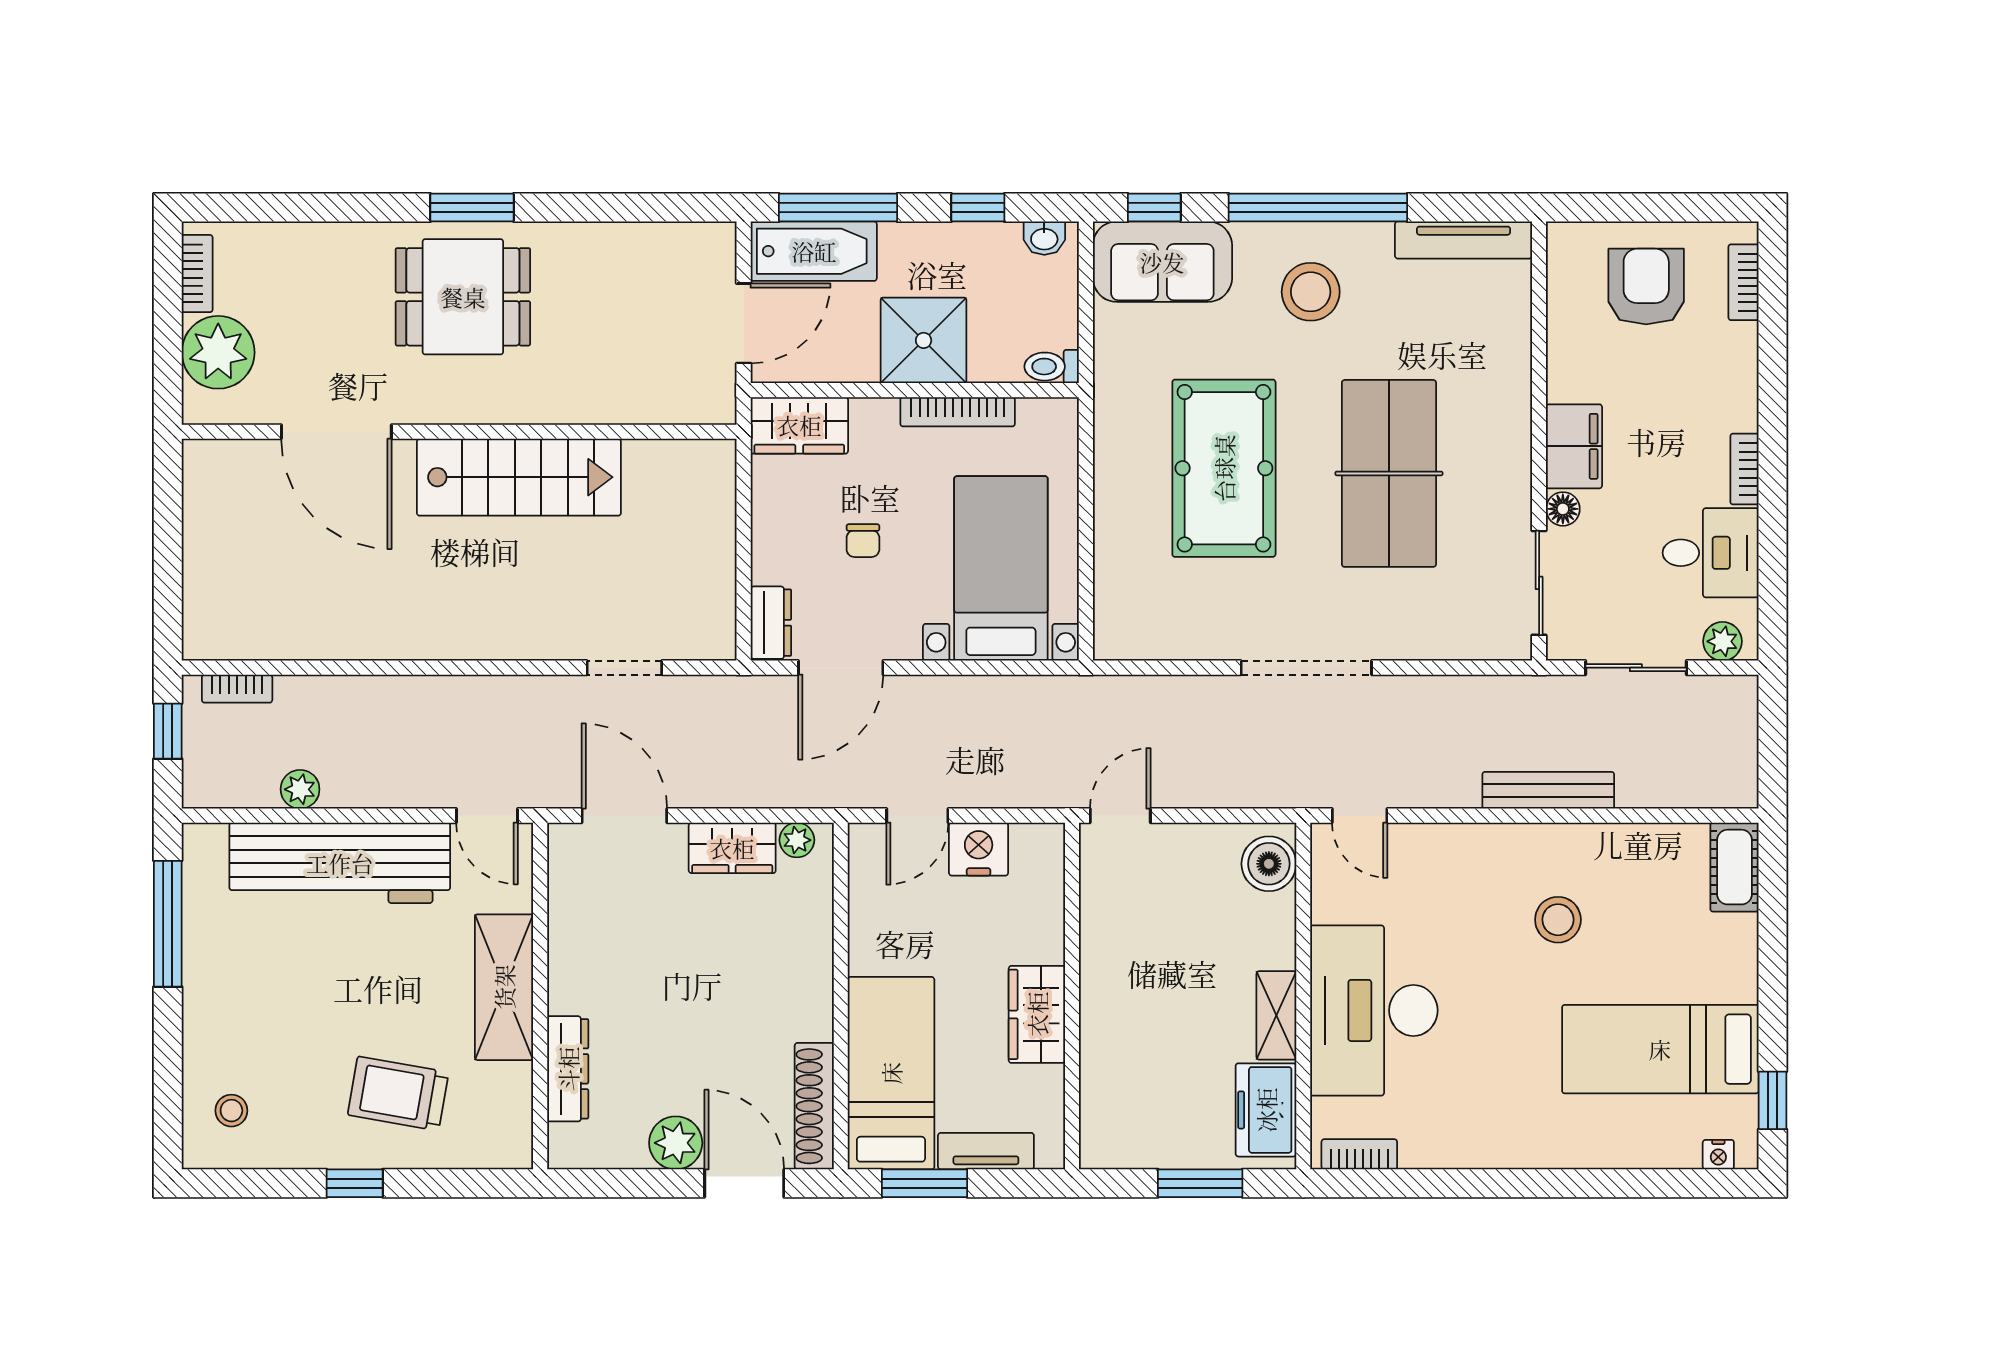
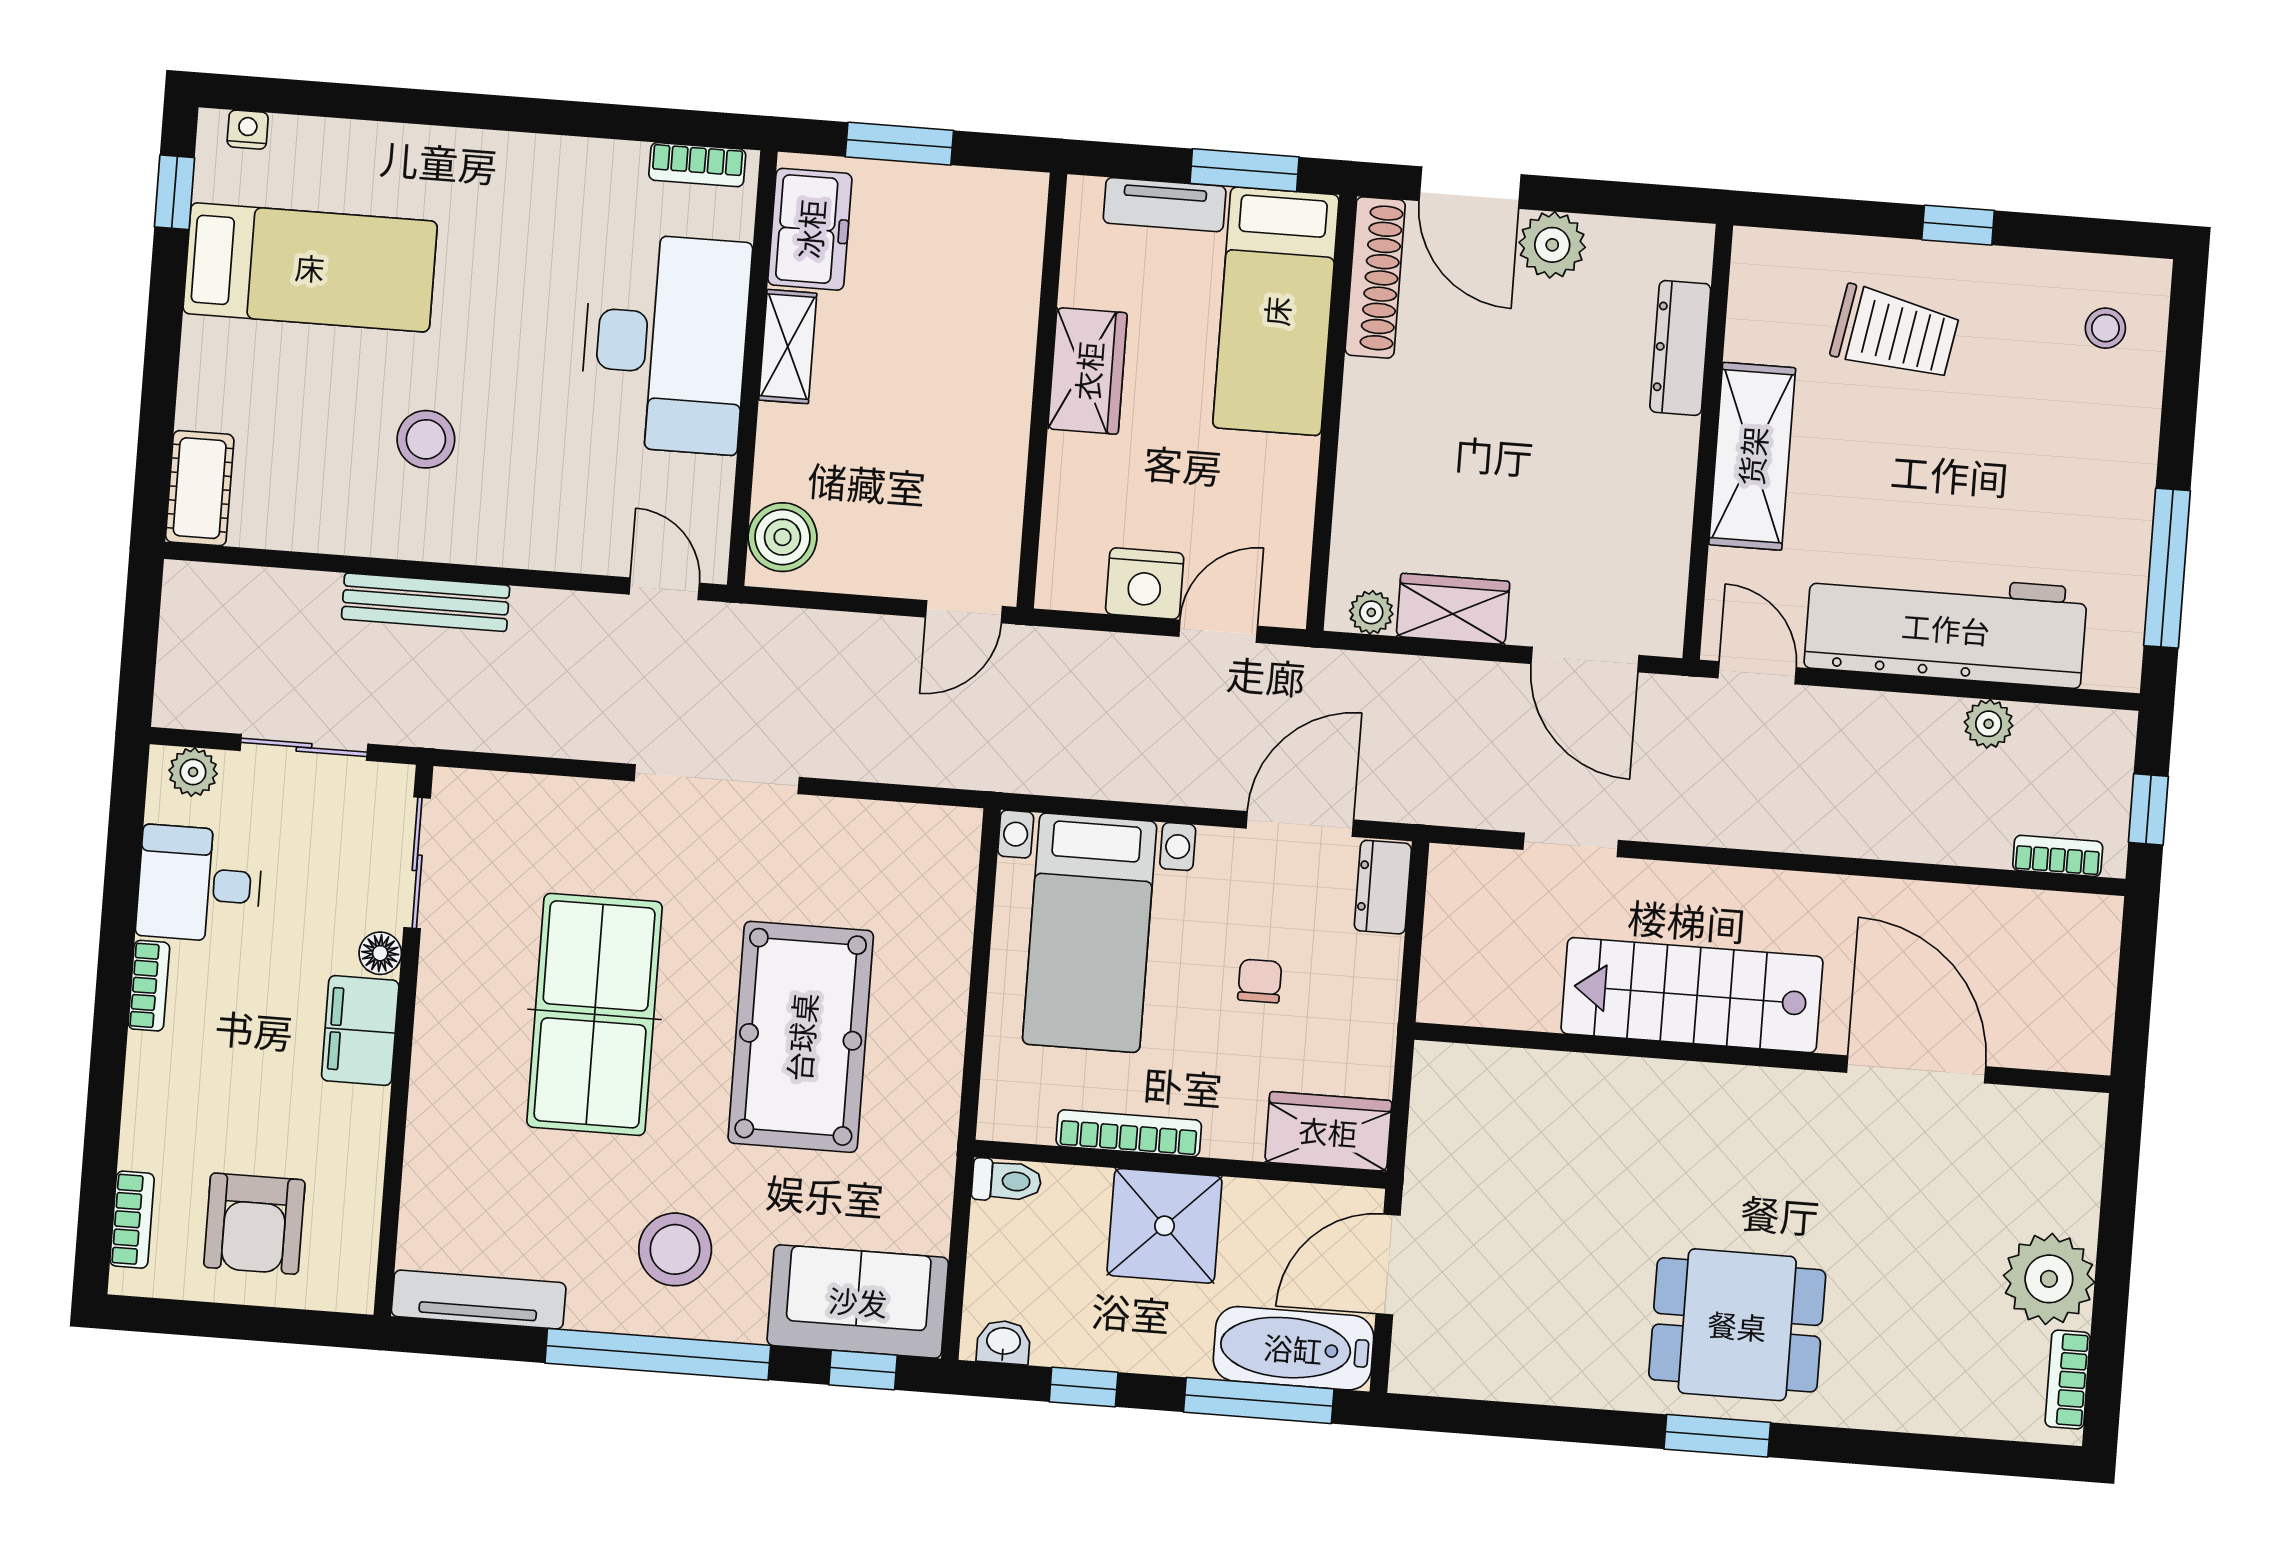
door: (336, 432) -> (1916, 1069), moved
wall: (459, 432) -> (1762, 1058), moved
stairs: (519, 477) -> (1692, 995), moved

